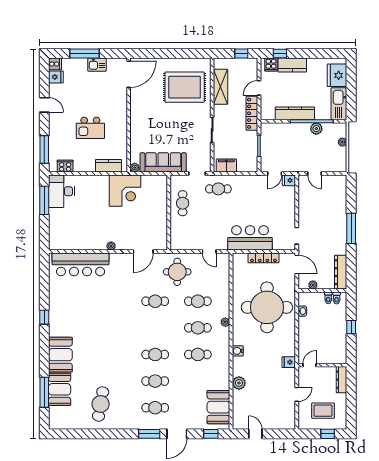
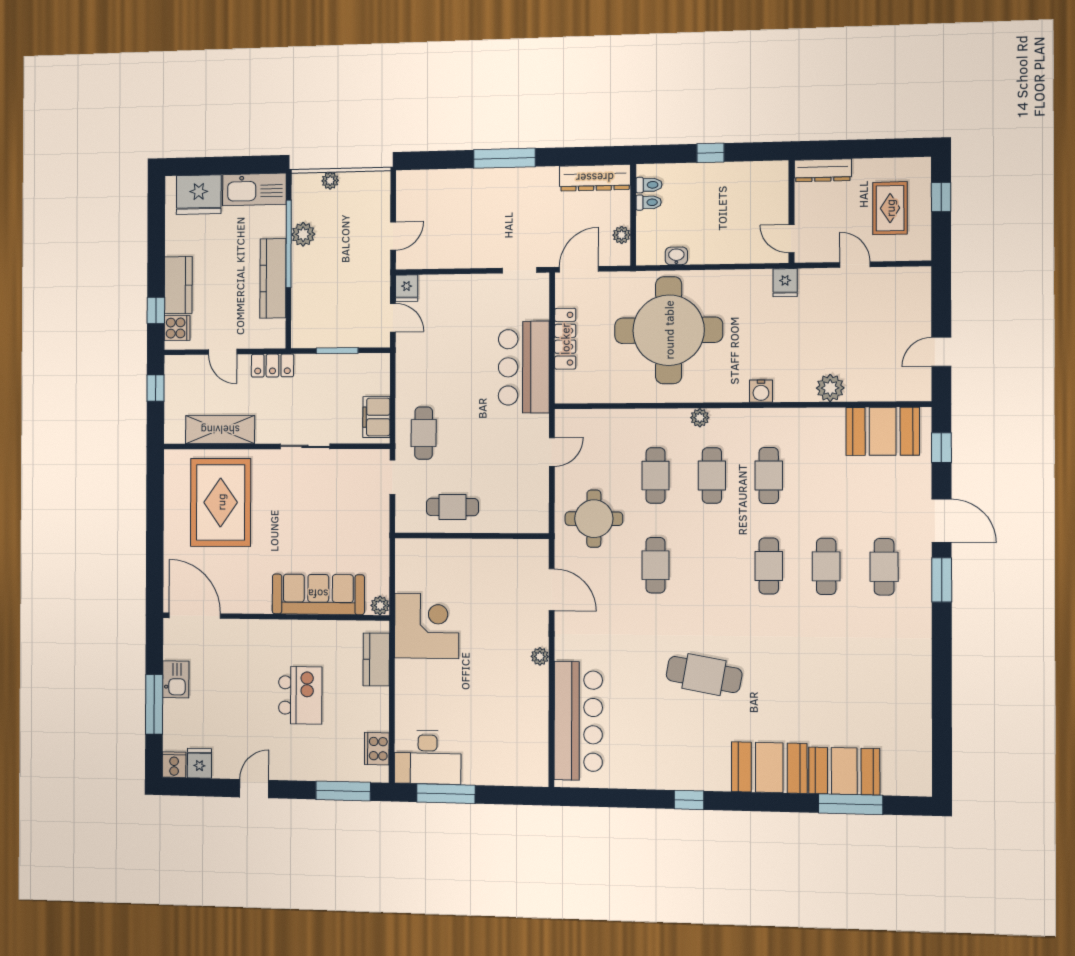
locker: (252, 113) -> (272, 366), width x0.66
sofa: (163, 162) -> (318, 594), moved, turned 90
cafe table: (101, 404) -> (704, 675), moved

